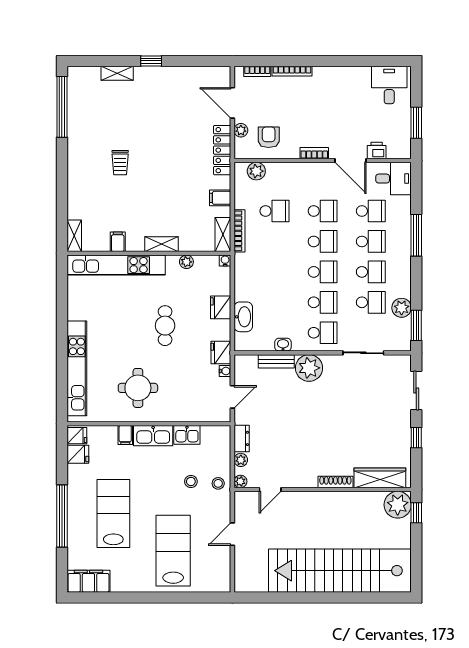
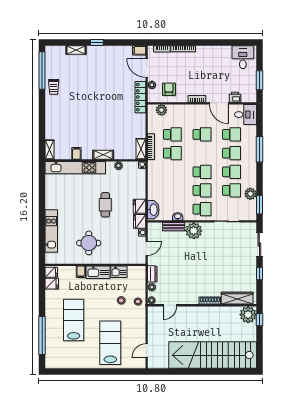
trolley: (120, 163) -> (54, 87), moved
filing cabinet: (220, 198) -> (139, 50), moved
school desk: (323, 241) -> (172, 153), moved
fridge: (221, 307) -> (139, 206), moved
washbasin: (243, 317) -> (153, 210), moved
kitchen unit: (77, 368) -> (51, 231), width x0.73
window: (62, 516) -> (42, 335), moved
door: (232, 534) -> (147, 351), moved
filing cabinet: (88, 581) -> (58, 362), removed

